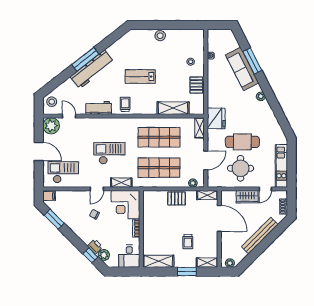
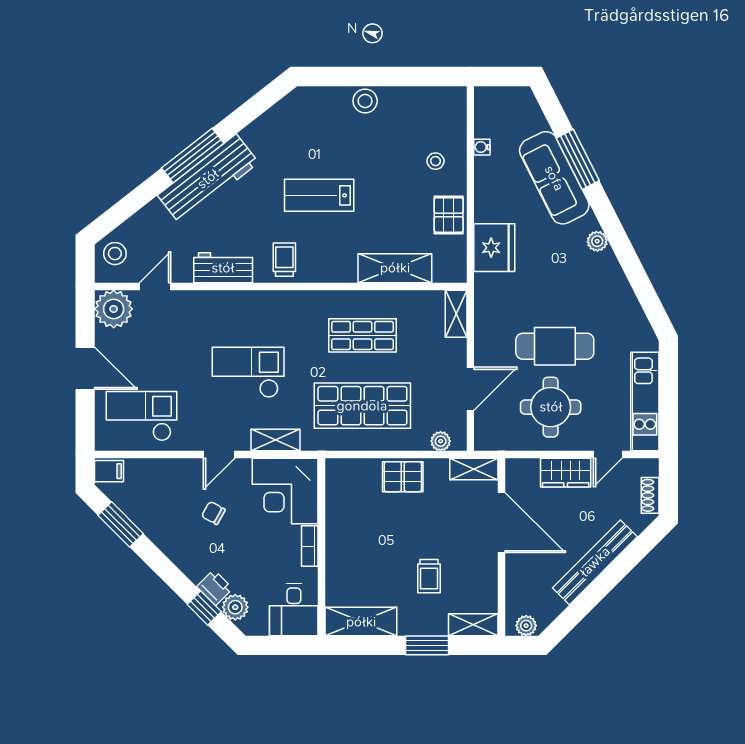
door: (69, 116) -> (155, 287), hinge flipped
fridge: (216, 118) -> (494, 248), moved
shop shelf: (159, 137) -> (362, 335), width x0.70, depth x0.74

